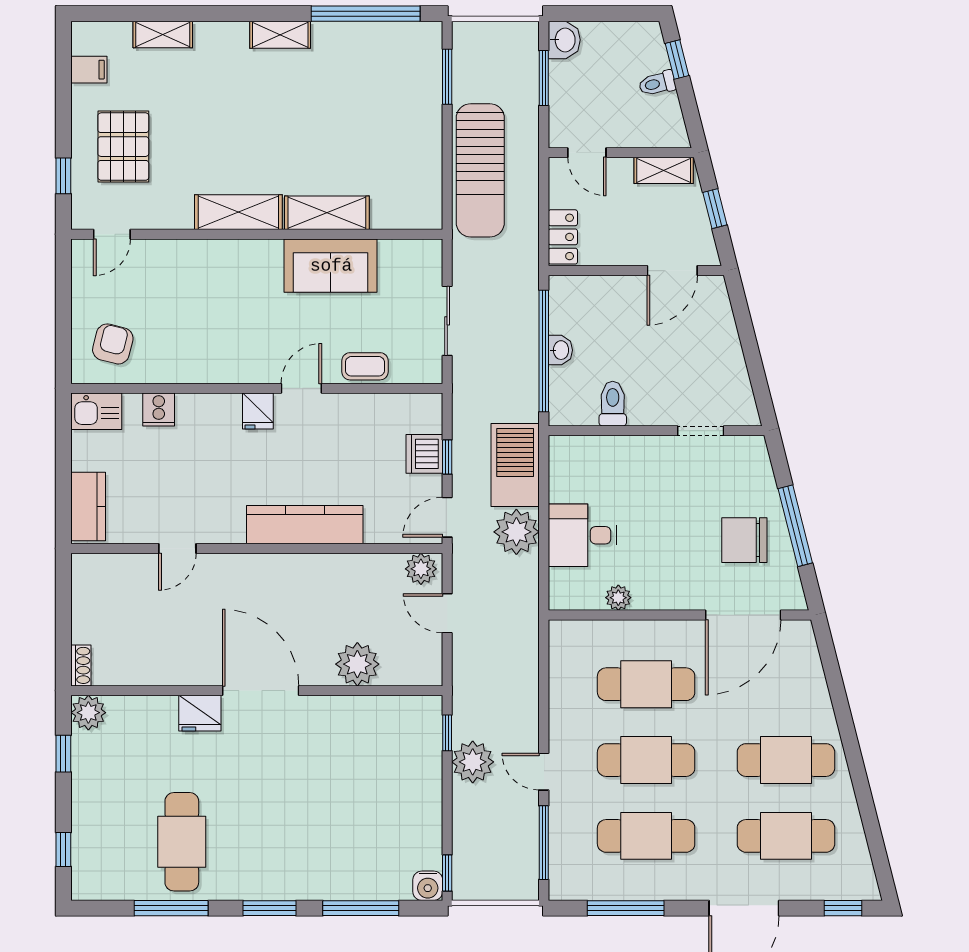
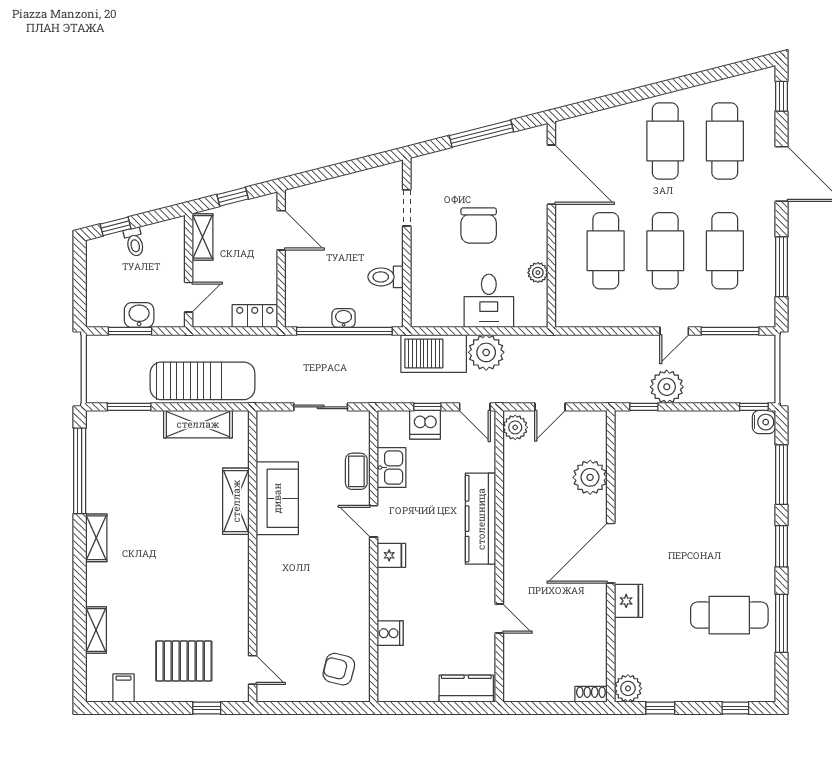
washbasin: (564, 40) -> (139, 315), moved
shelving: (238, 212) -> (198, 424), moved, turned 90
kitchen sink: (96, 411) -> (392, 468), moved
chair: (744, 540) -> (479, 226), moved

